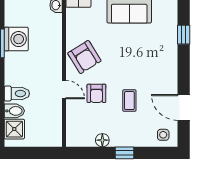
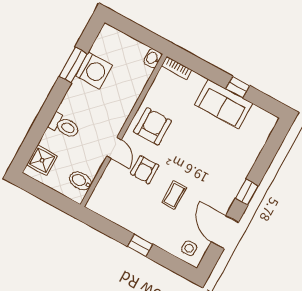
window: (184, 35) -> (247, 192), moved
armchair: (84, 57) -> (153, 126), turned -148
bidet: (14, 111) -> (80, 181), moved, turned 180
floor lamp: (102, 140) -> (125, 220), removed

